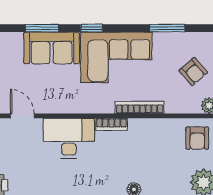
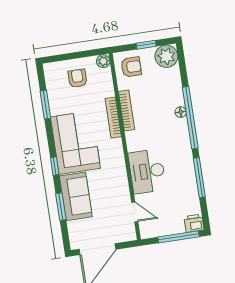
armchair: (193, 71) -> (77, 78), turned -49
door: (22, 116) -> (135, 212), swing flipped
bookcase: (111, 125) -> (126, 111), moved, width x1.56

